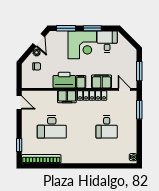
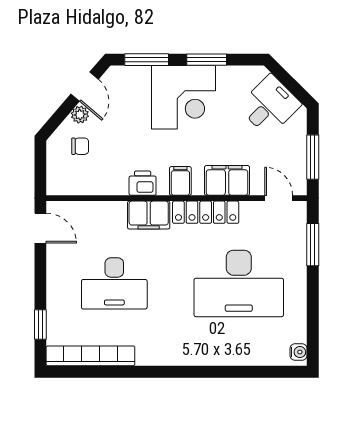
desk: (107, 42) -> (270, 105), moved, turned 45
printer: (64, 80) -> (143, 183), width x0.53, depth x0.68
desk: (107, 127) -> (239, 283), width x1.87, depth x1.30

